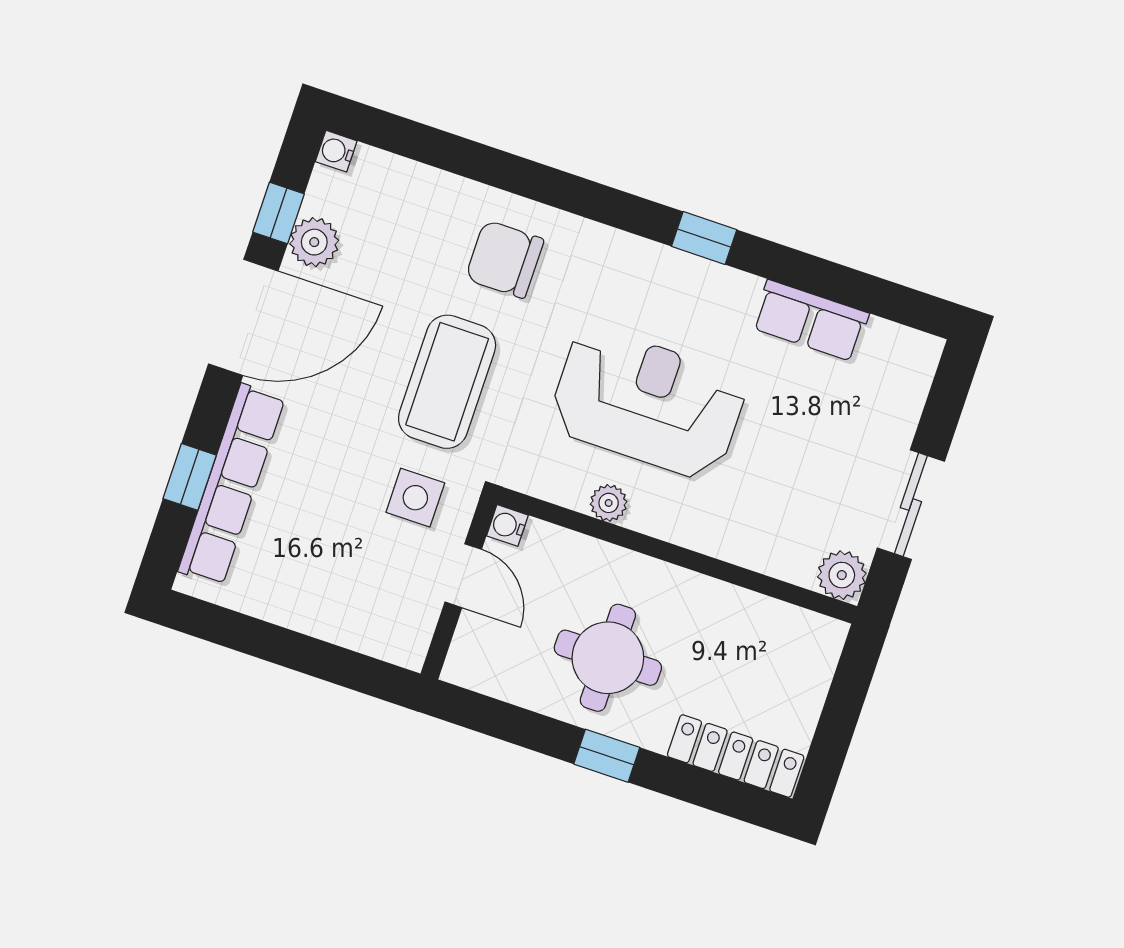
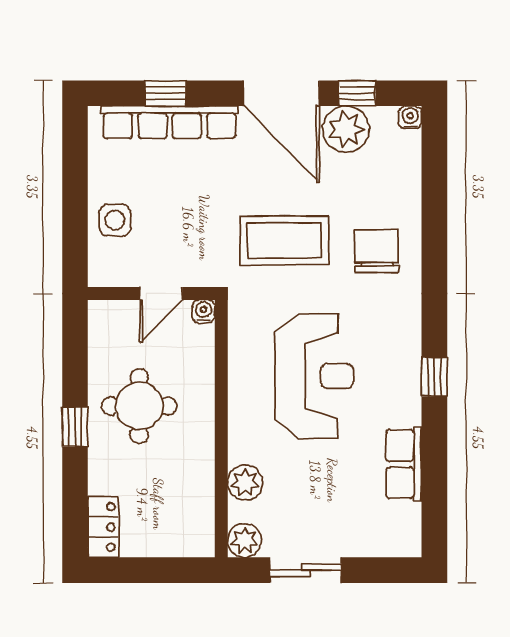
plant: (314, 242) -> (346, 129), width x1.36, depth x1.36
side table: (415, 498) -> (115, 220), moved
plant: (609, 503) -> (245, 483), moved, width x1.38, depth x1.38
locker: (736, 756) -> (103, 527), width x0.66

